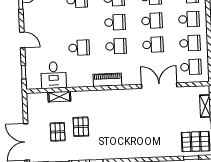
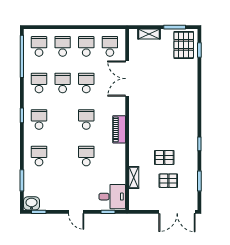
school desk: (115, 22) -> (63, 119), removed
door: (22, 40) -> (76, 212), swing flipped
desk: (54, 75) -> (112, 197), moved

